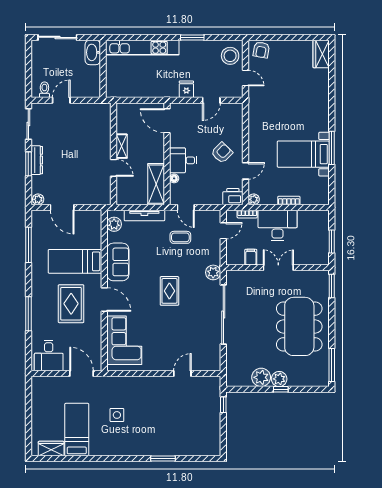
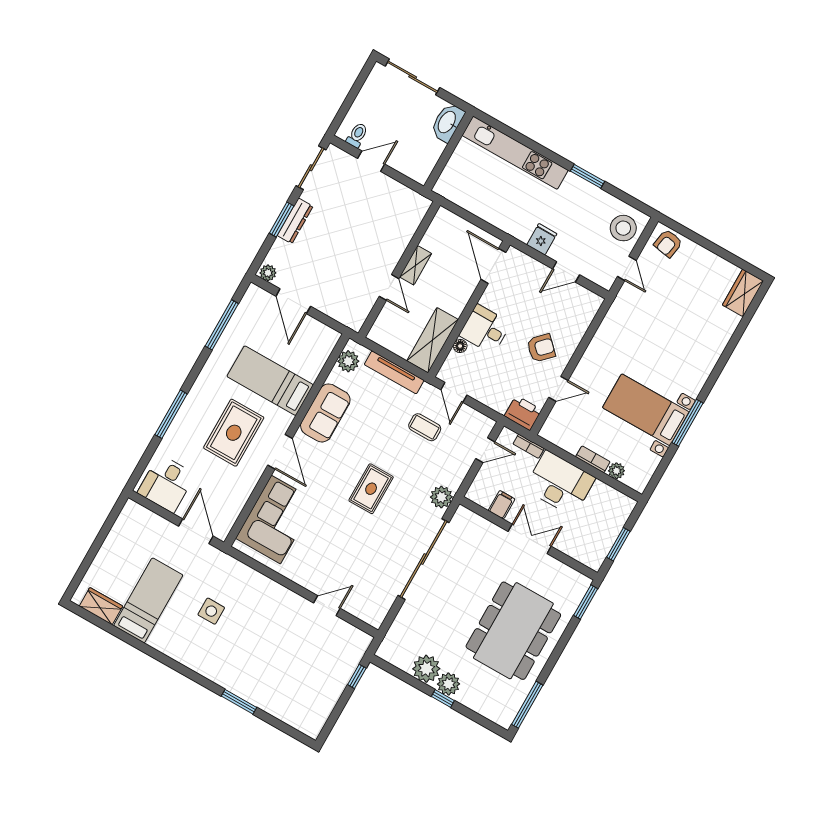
plant: (254, 199) -> (616, 471), moved

